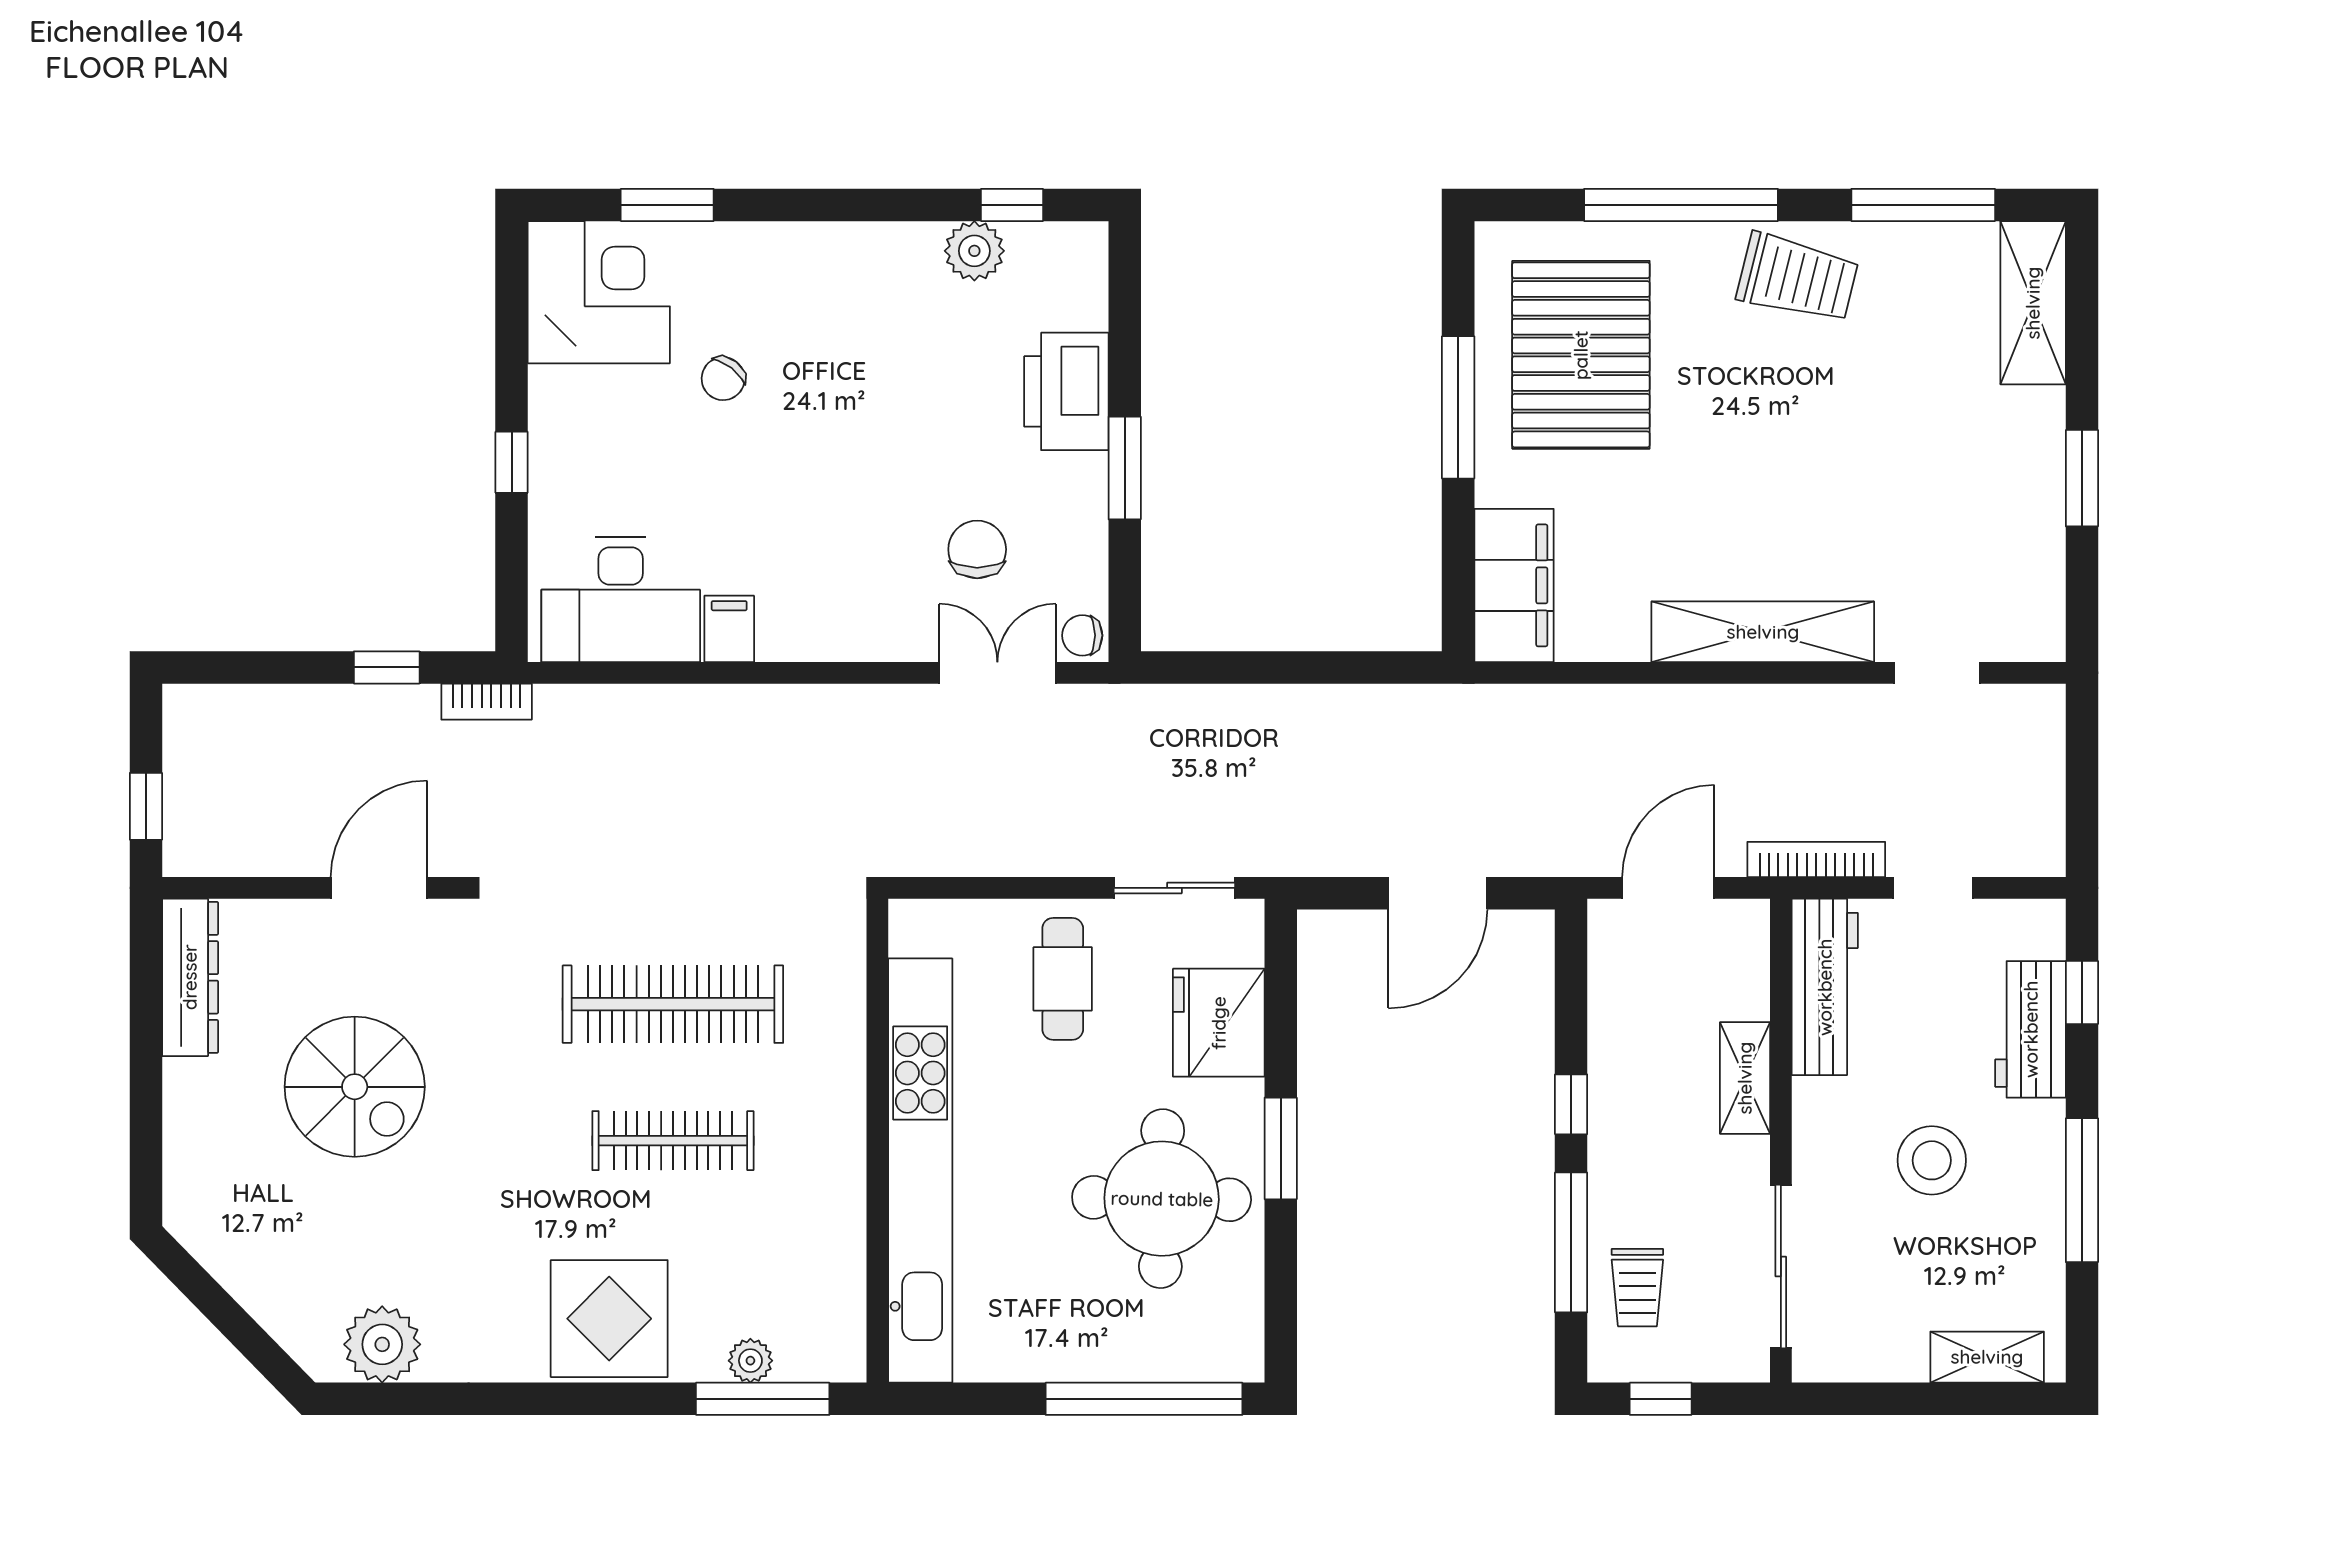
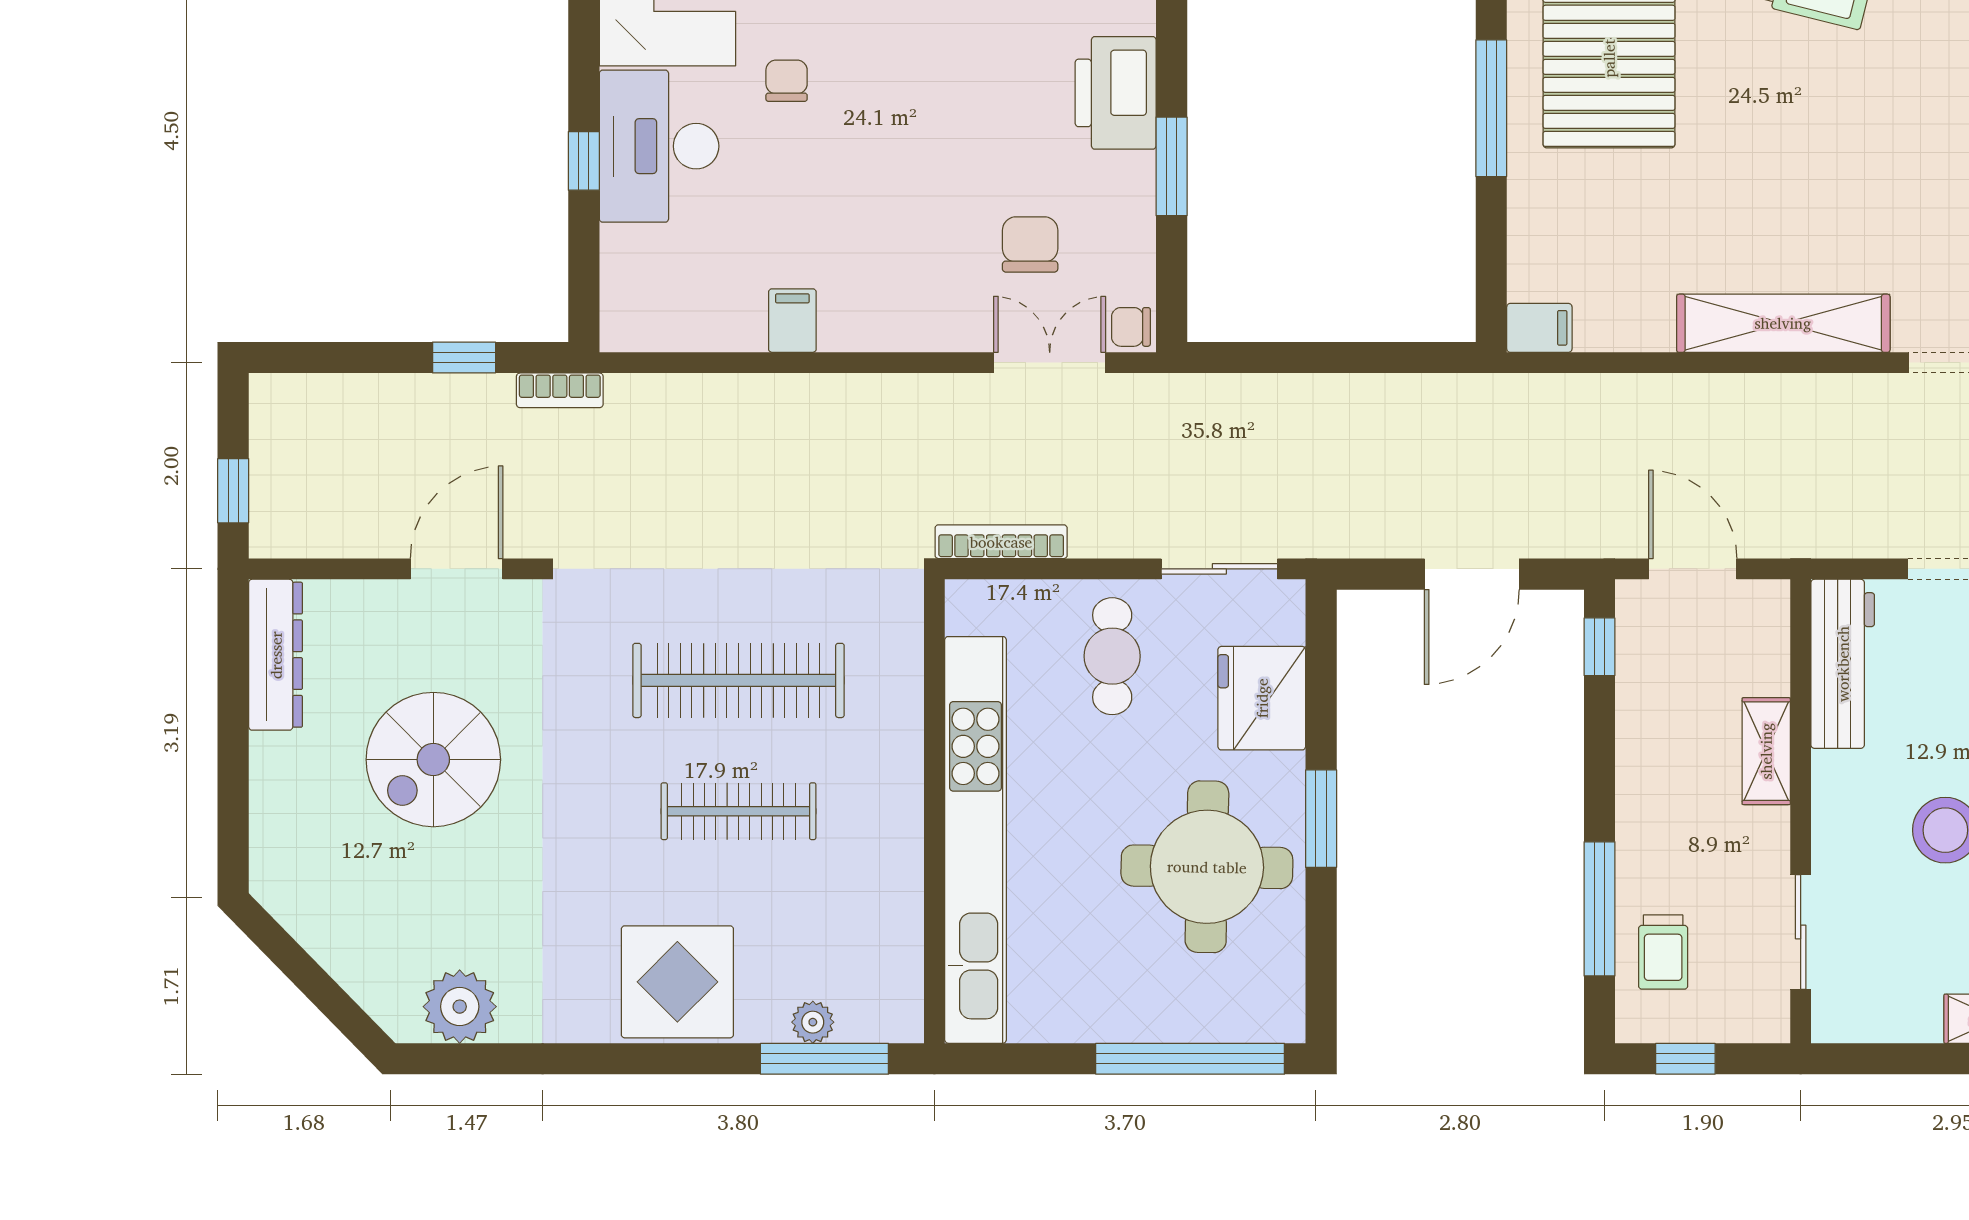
chair: (723, 379) -> (787, 81), turned 142
filing cabinet: (1514, 585) -> (1539, 328), width x0.33, depth x0.86
desk: (621, 600) -> (659, 146), moved, turned 90
bookcase: (1816, 859) -> (1001, 542), moved
door: (1668, 888) -> (1693, 569), hinge flipped
spiral stairs: (355, 1087) -> (433, 760), turned 90
window: (1571, 1104) -> (1600, 647), moved
sliding door: (1781, 1267) -> (1801, 932), width x0.73

